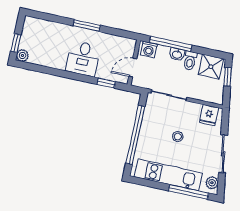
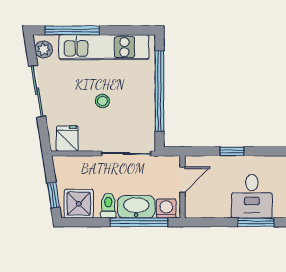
washbasin: (177, 54) -> (136, 207), width x1.91, depth x1.45
desk: (83, 58) -> (252, 196), moved, turned 180
window: (106, 83) -> (232, 151), moved

